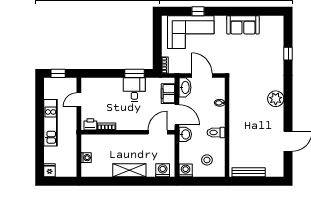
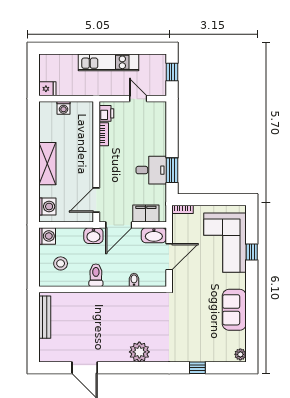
plant: (278, 20) -> (240, 354), added
door: (158, 132) -> (96, 200), swing flipped
fridge: (50, 170) -> (47, 89), moved

